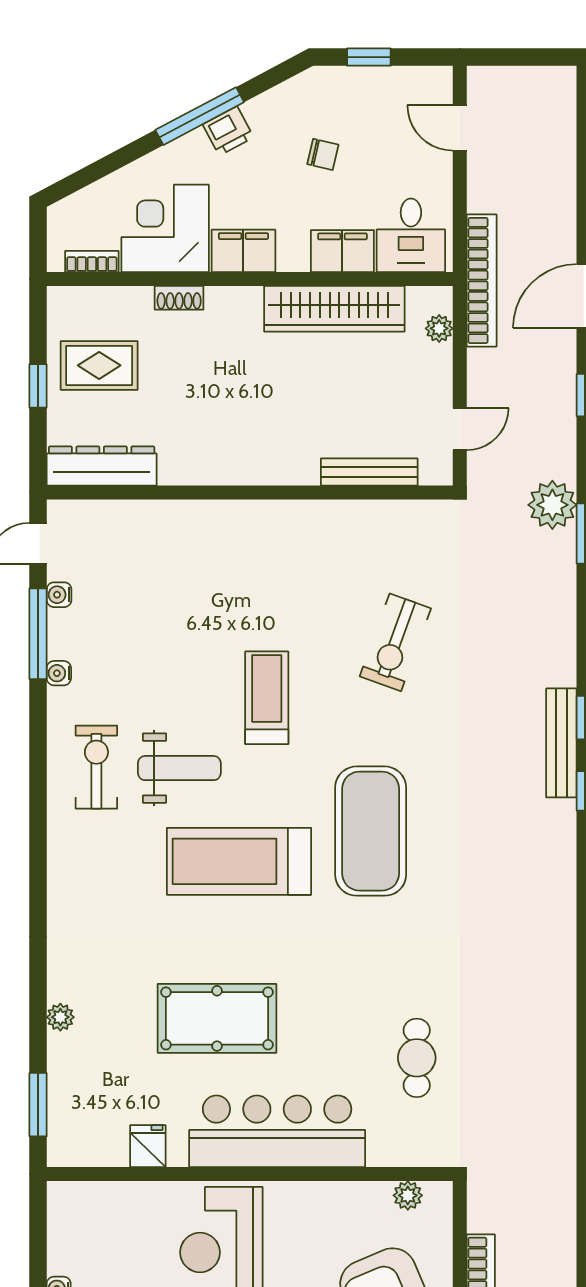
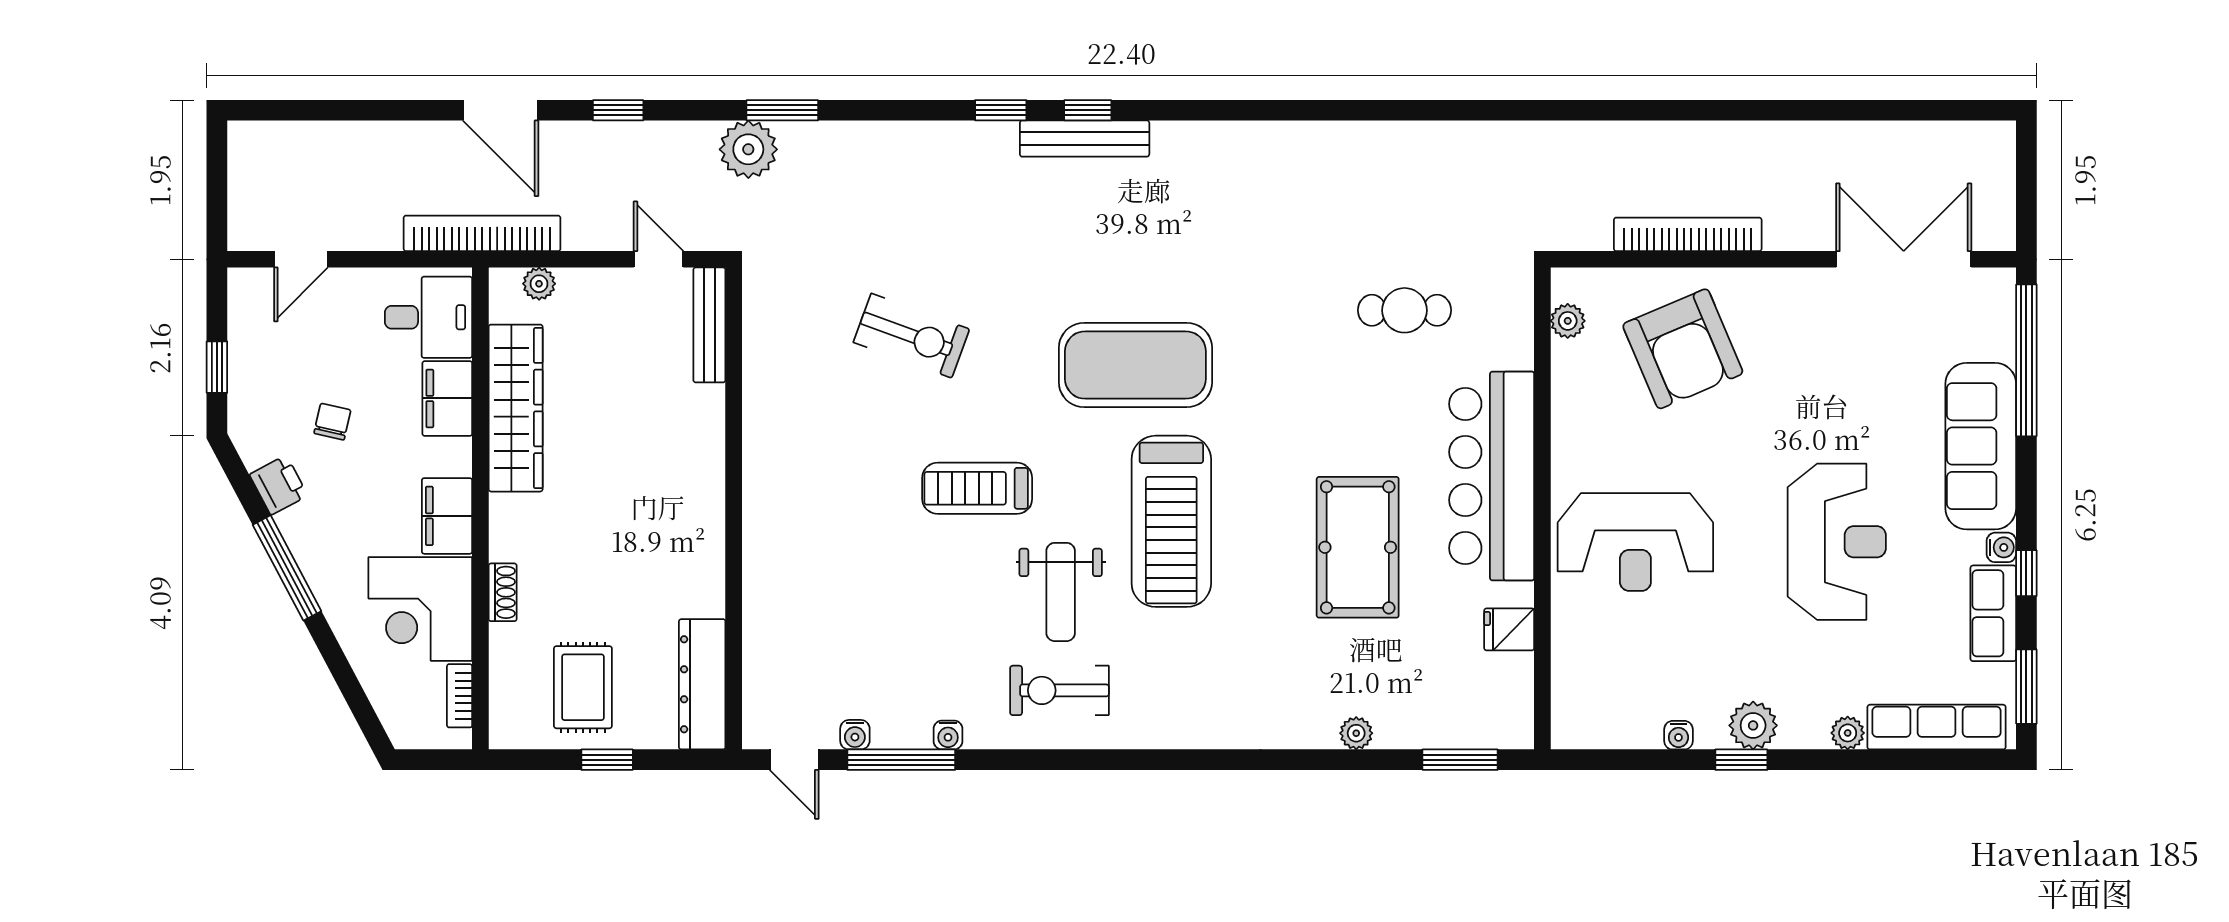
printer: (228, 131) -> (279, 485), moved
bench: (369, 472) -> (709, 325), moved
bench: (561, 743) -> (1085, 139), moved
weight bench: (179, 768) -> (1061, 592), turned 180

